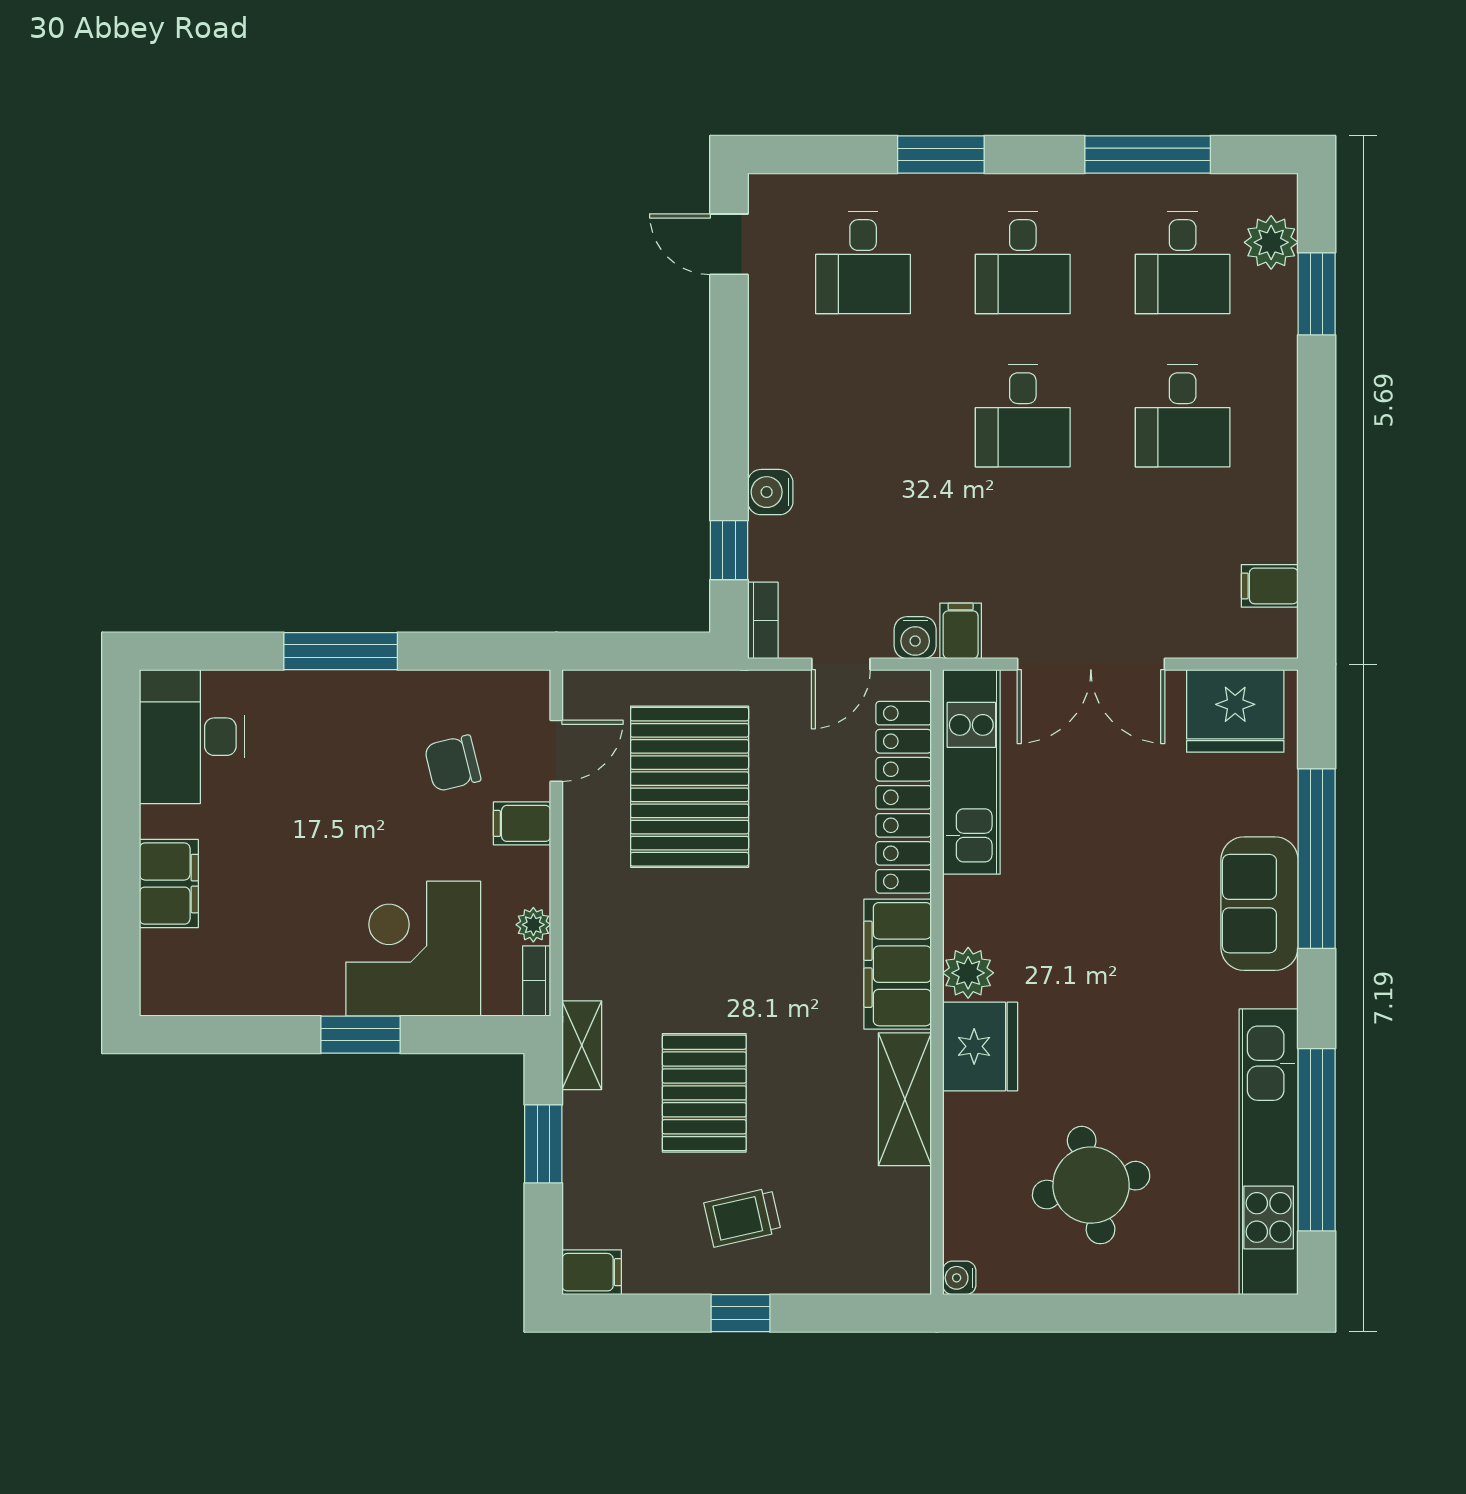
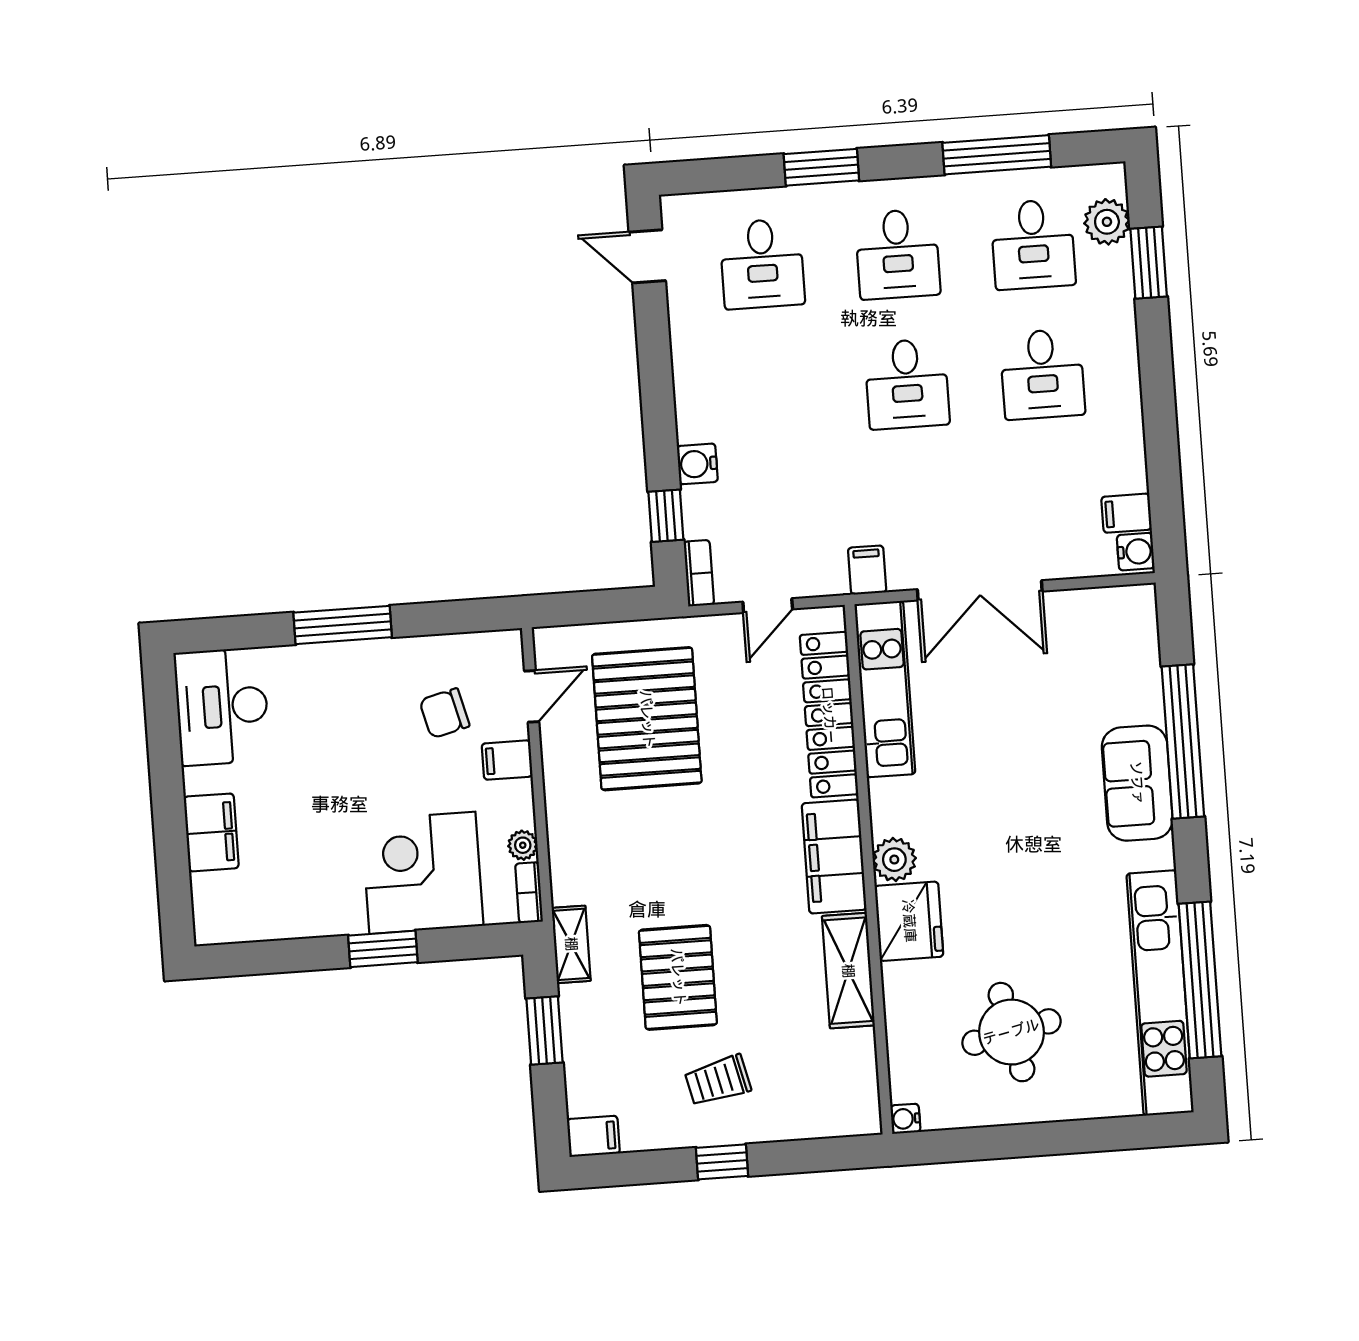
water cooler: (915, 638) -> (1136, 552), moved, turned -90
fridge: (1235, 711) -> (1105, 621), removed

